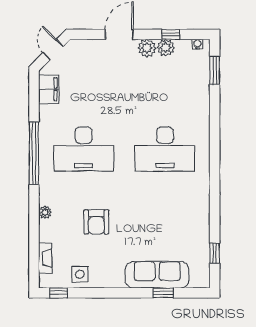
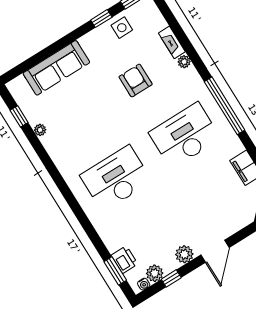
plant: (166, 48) -> (155, 273), moved
printer: (201, 75) -> (124, 260), added
plant: (204, 230) -> (40, 130), added
fireplace: (45, 258) -> (172, 42), moved
window: (163, 293) -> (101, 19), moved

